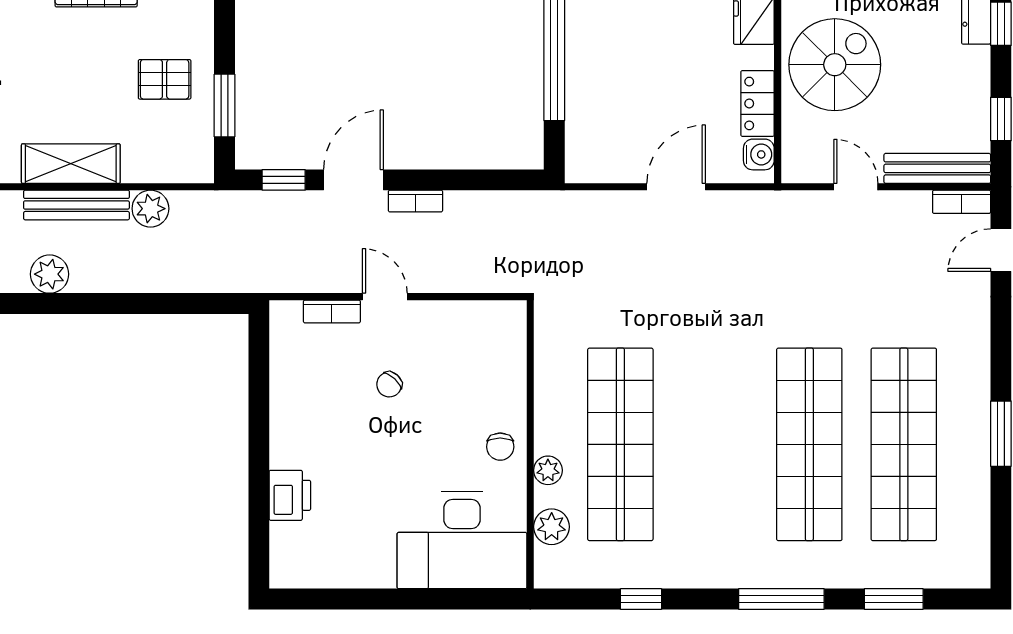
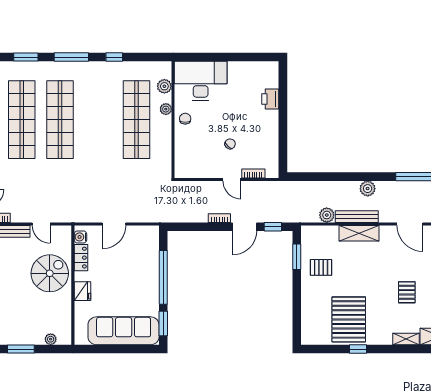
spiral stairs: (835, 65) -> (50, 273), turned 180
window: (641, 599) -> (114, 57), moved

